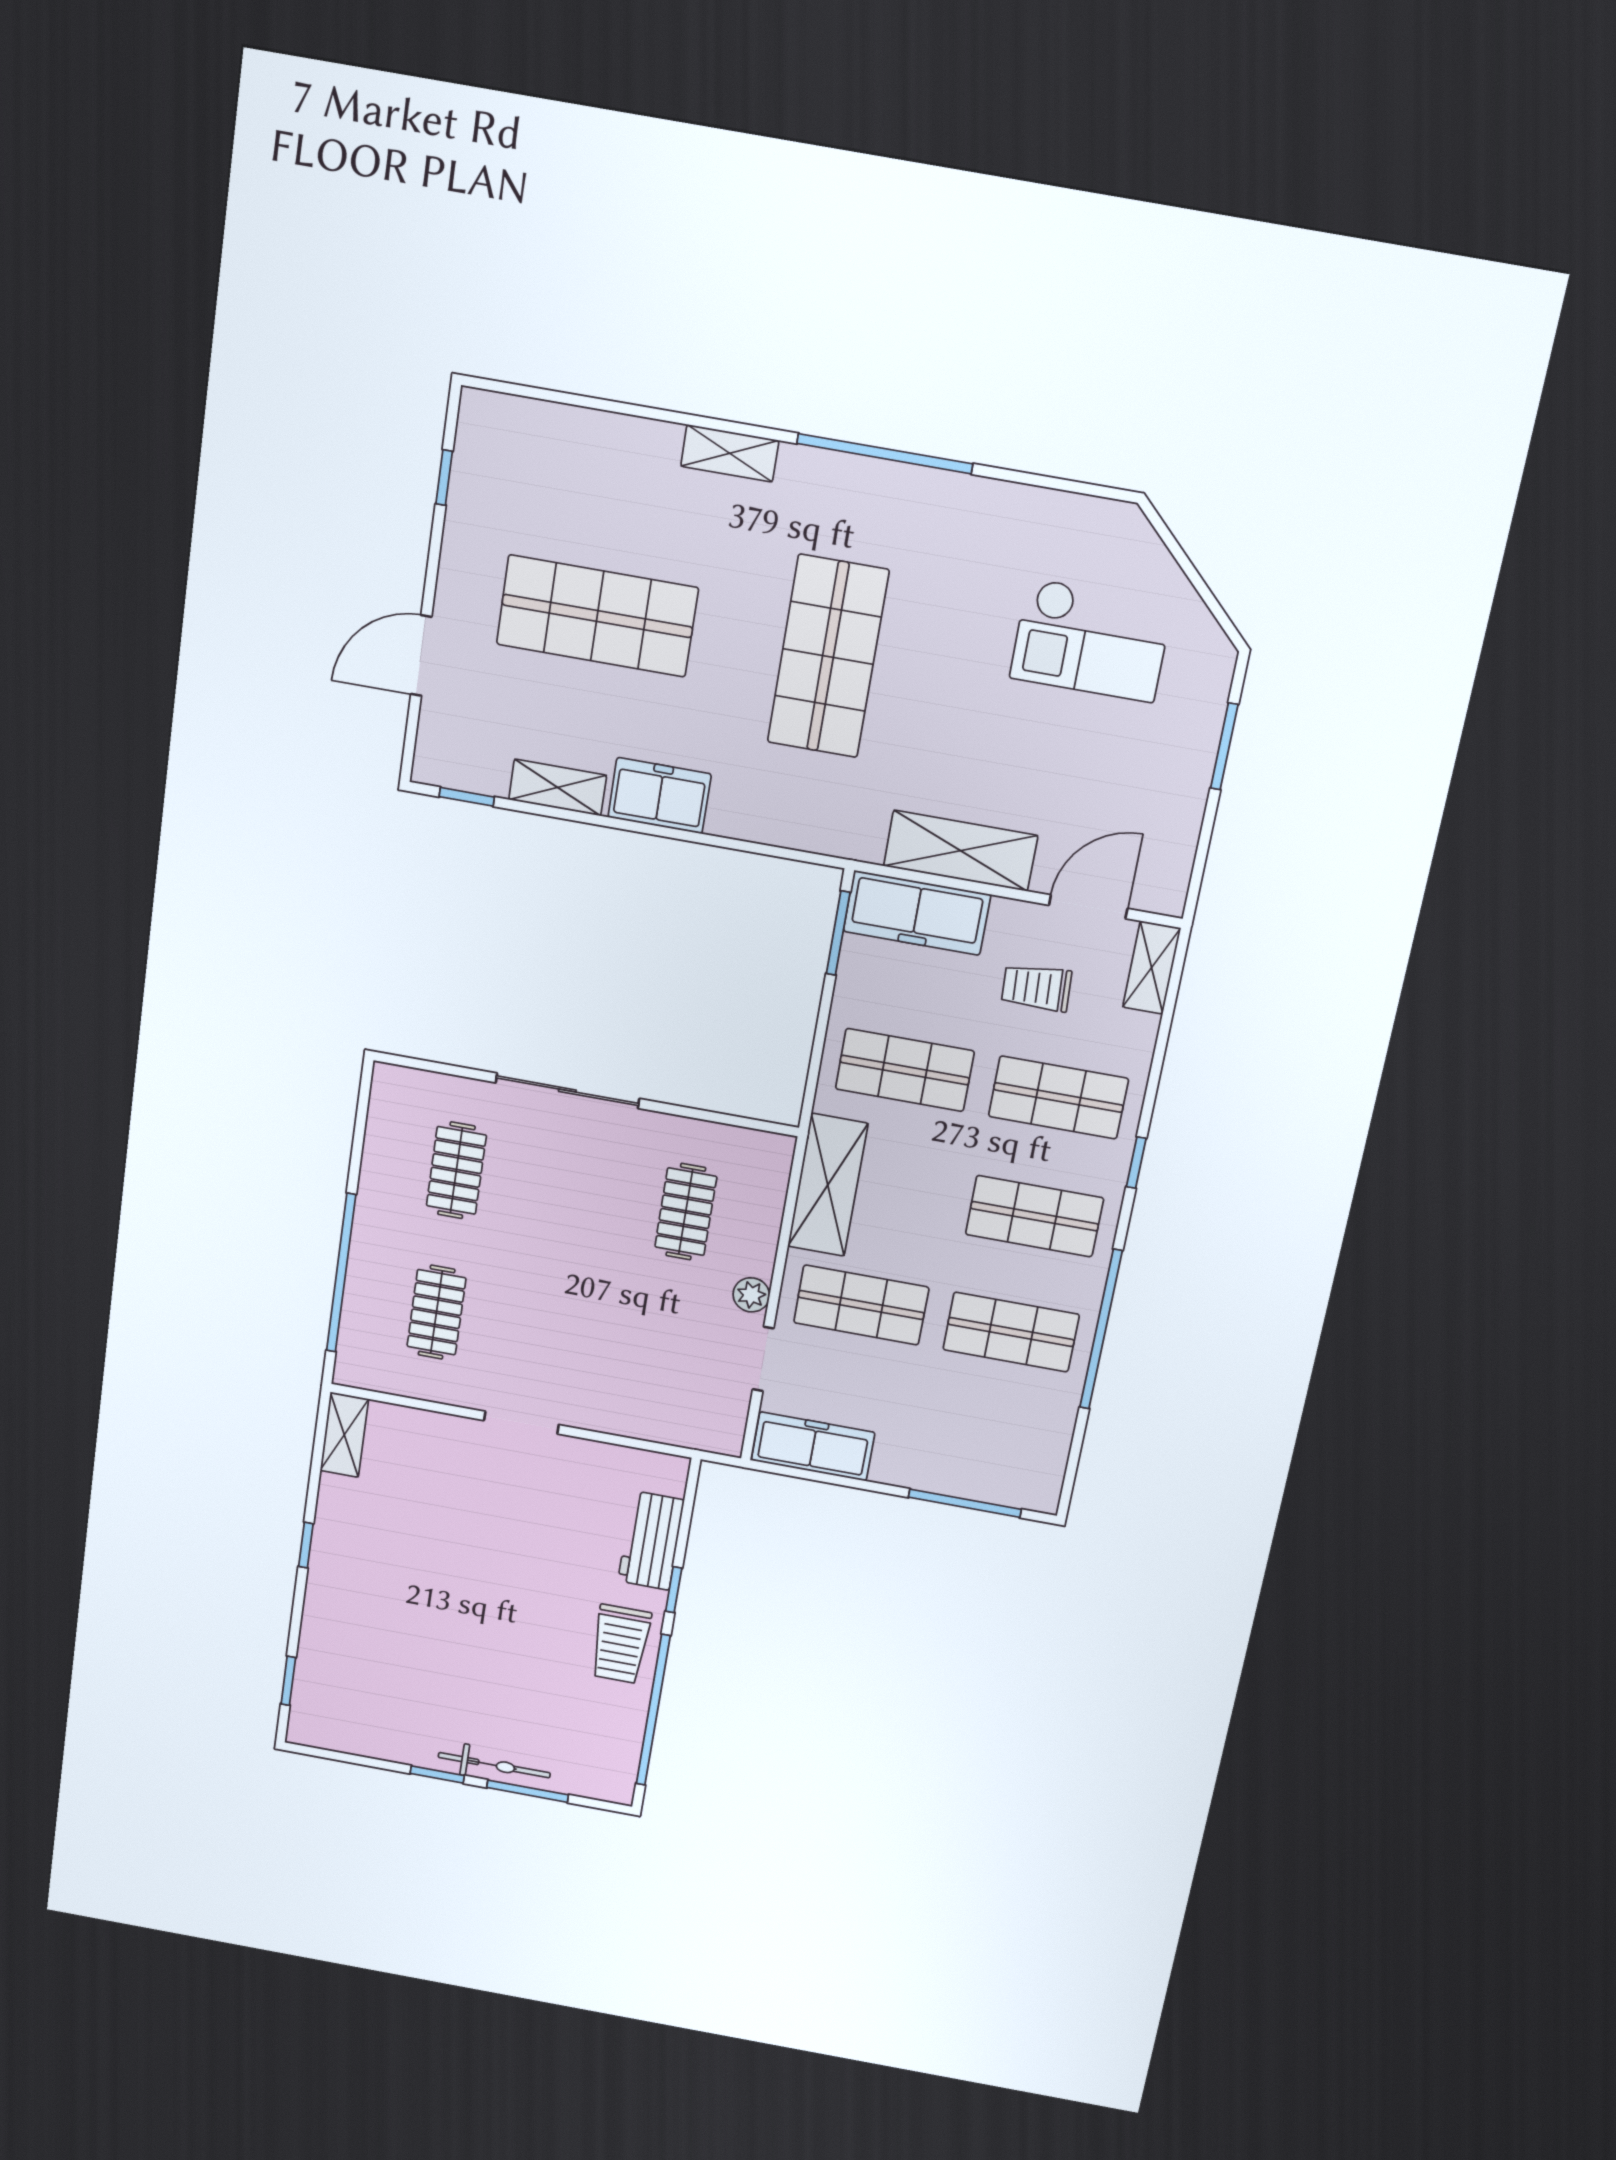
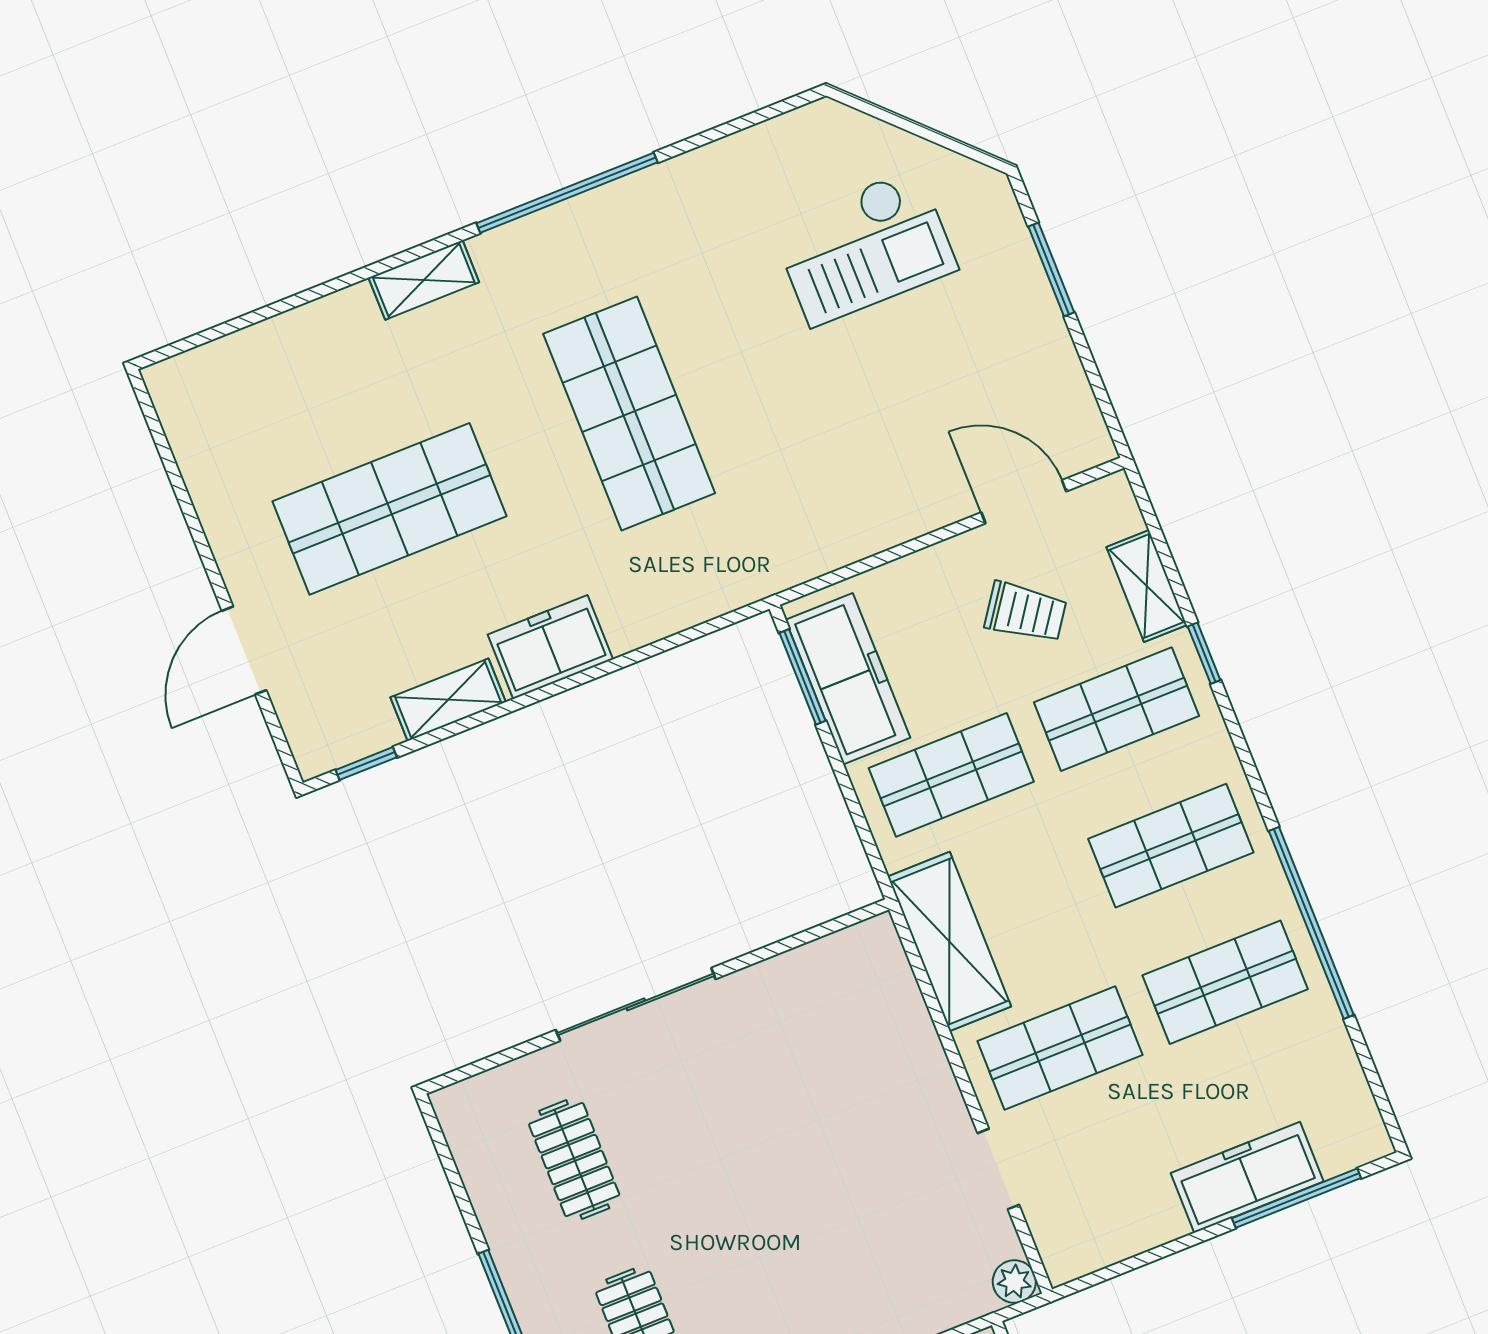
window: (444, 478) -> (171, 466), removed
shelving: (961, 851) -> (869, 523), removed
door: (1088, 907) -> (1024, 502), hinge flipped
freezer: (917, 913) -> (848, 679), moved, turned -90
shelving: (1152, 968) -> (1147, 586), moved
trolley: (1037, 988) -> (1026, 612), turned -142
window: (1136, 1163) -> (1204, 653), moved
clothes rail: (686, 1212) -> (827, 1059), removed
plant: (751, 1295) -> (1014, 1282), moved
freezer: (813, 1446) -> (1247, 1177), moved

